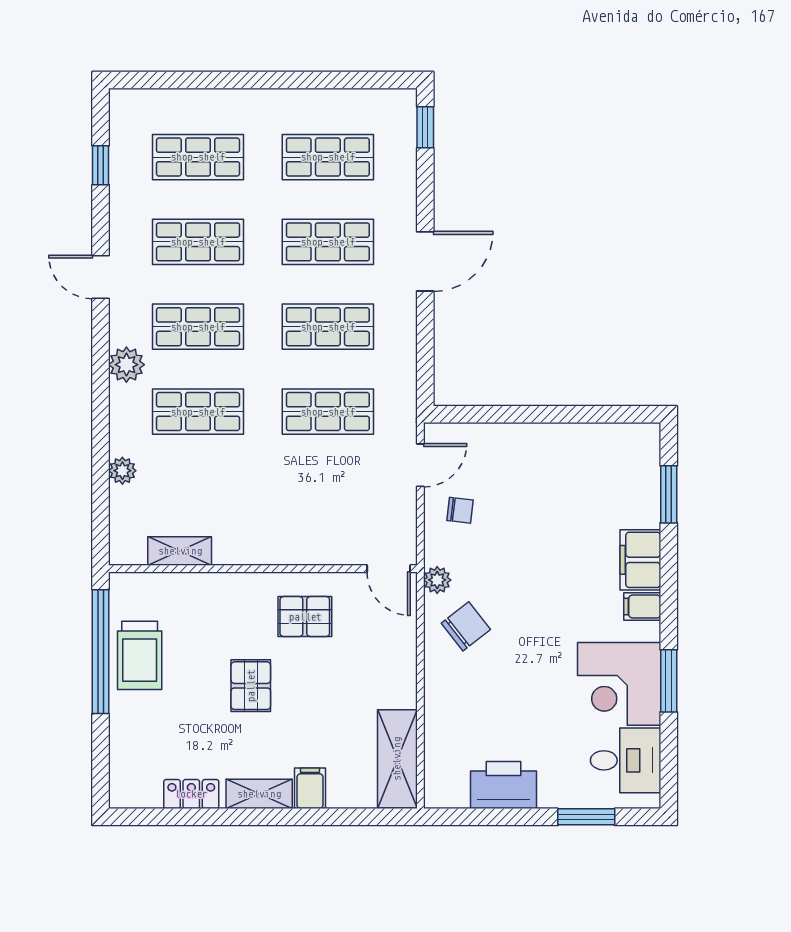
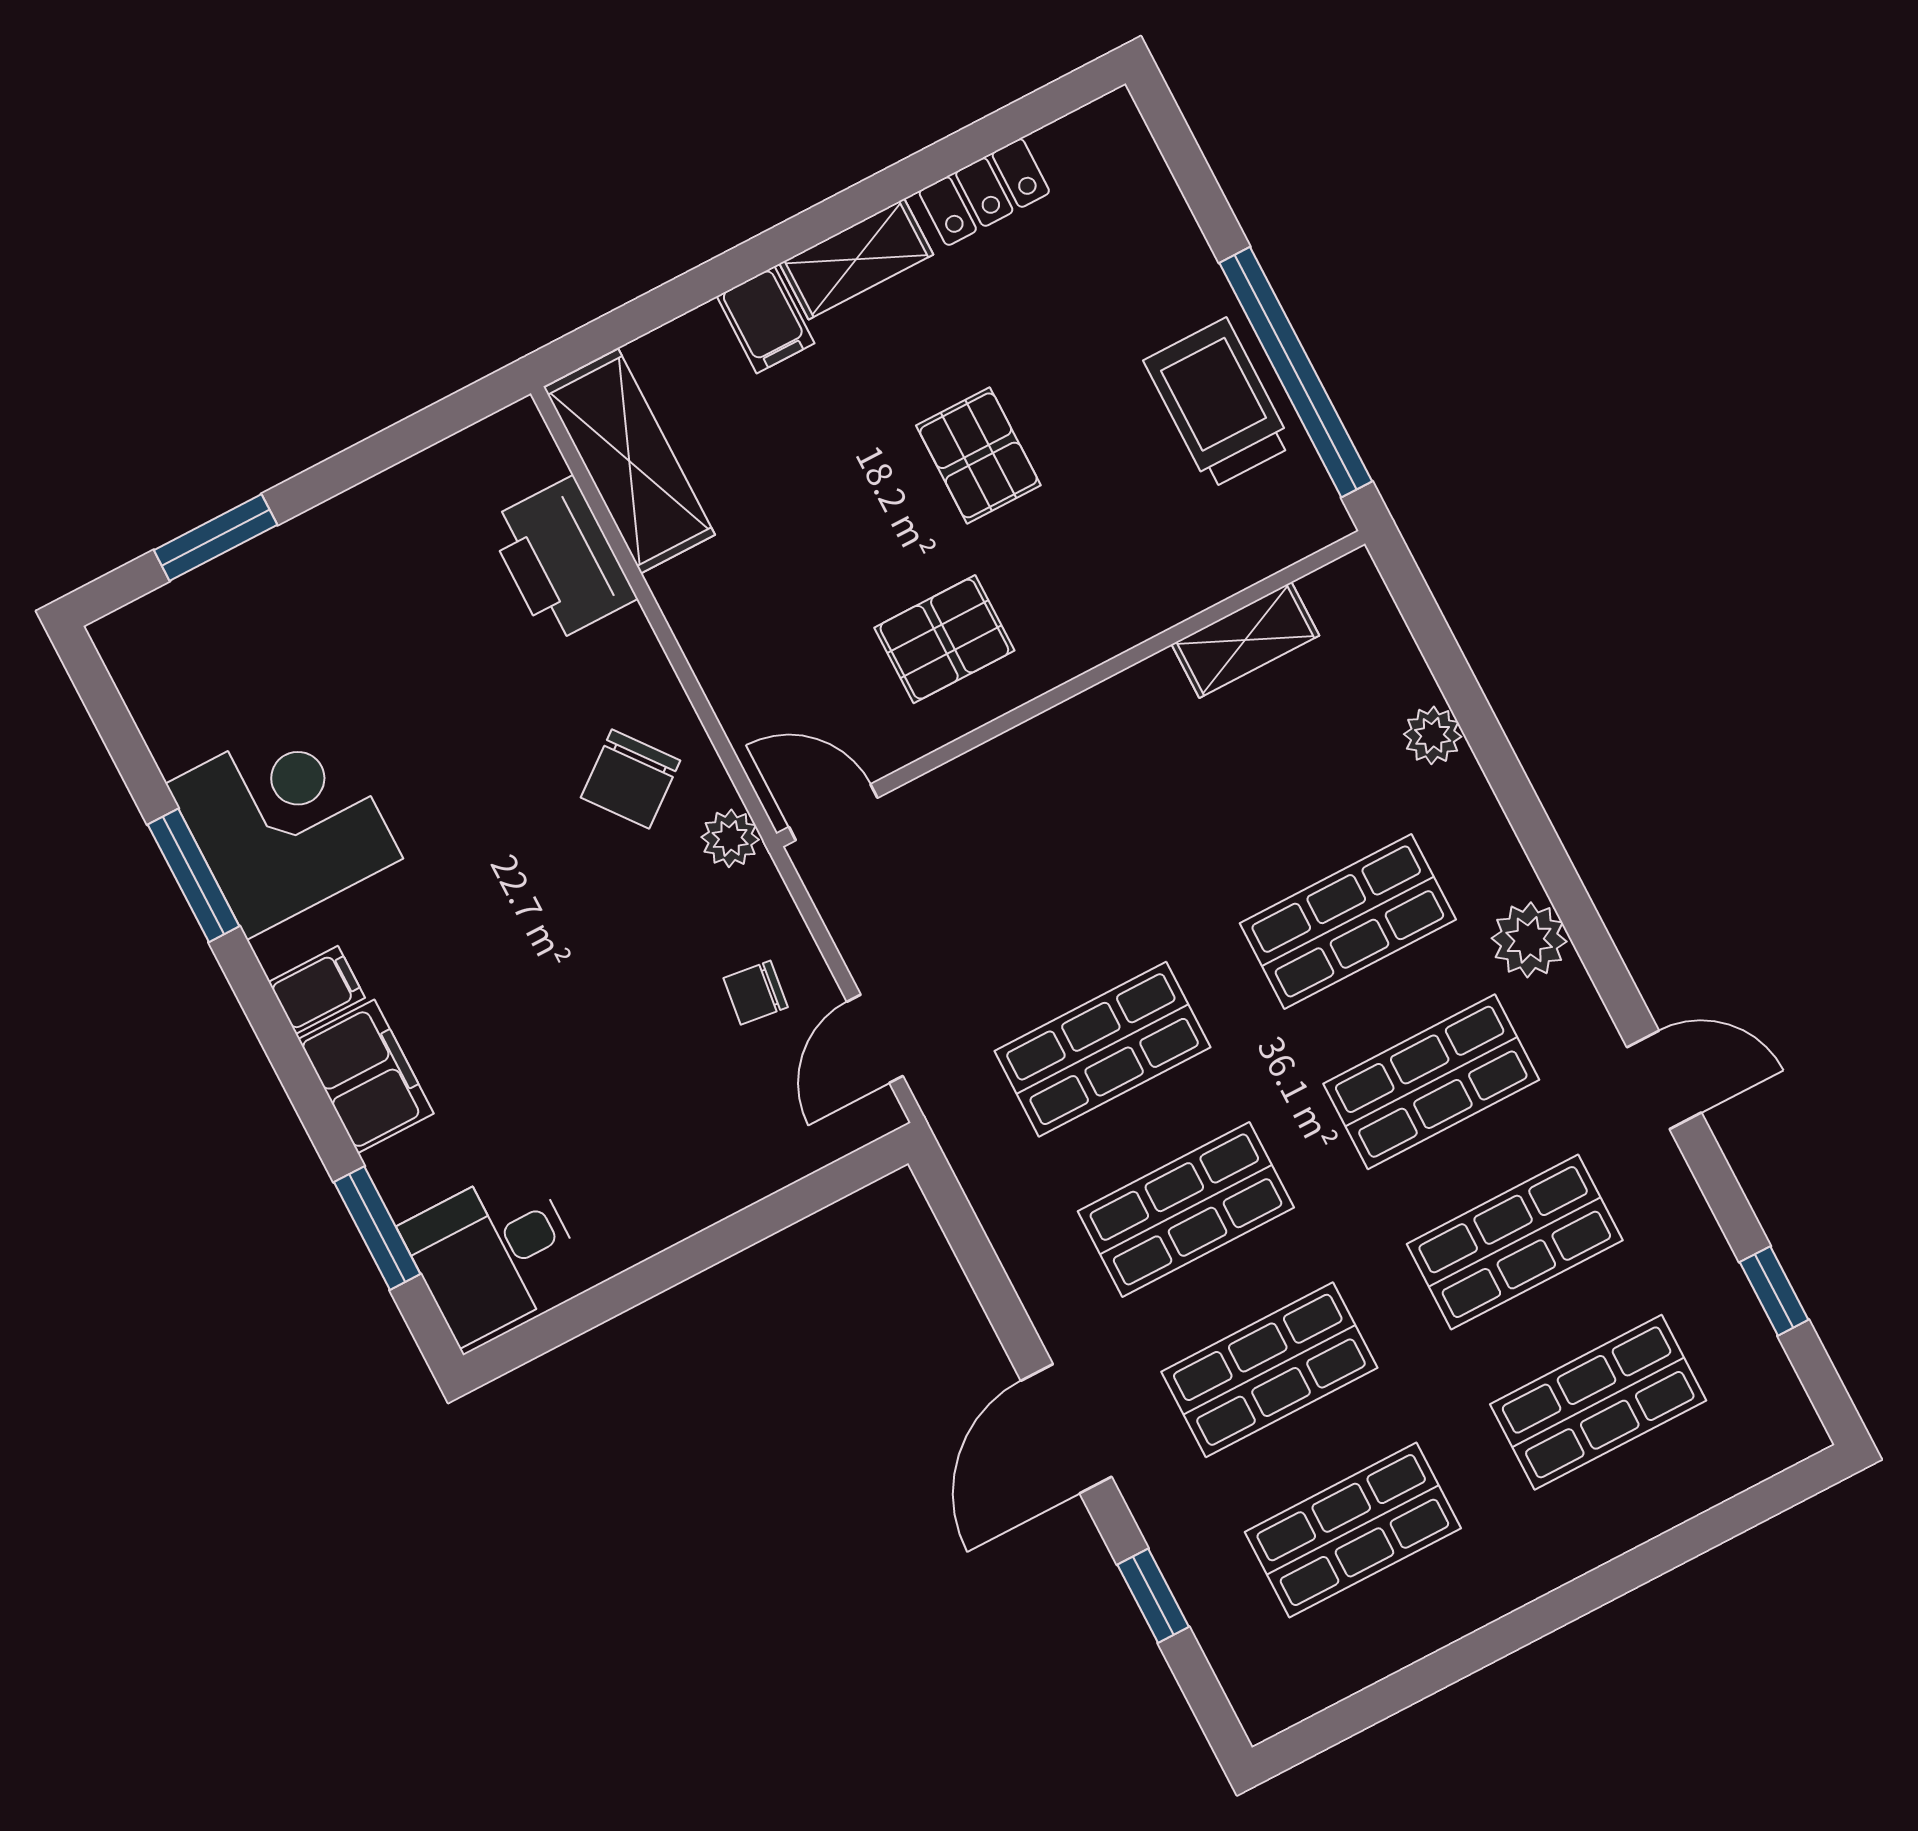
window: (425, 127) -> (1153, 1596), moved
desk: (626, 760) -> (494, 1253), moved
printer: (503, 785) -> (561, 560), moved, turned 90

